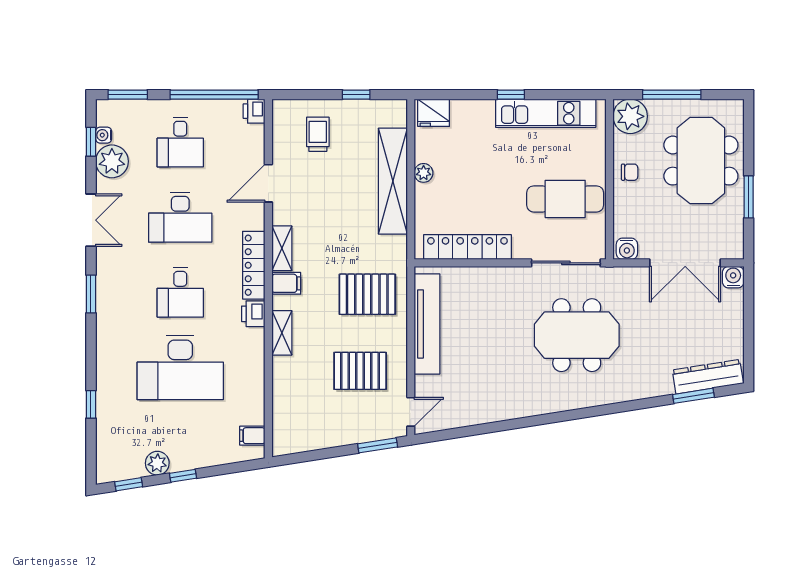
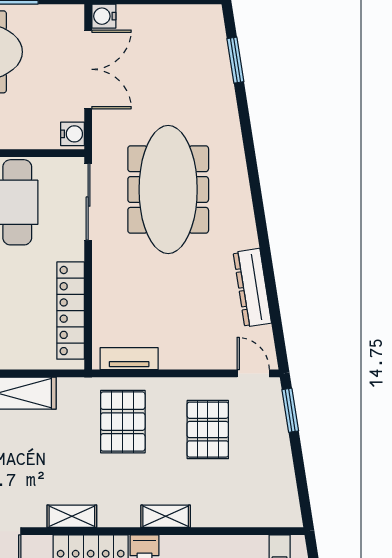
filing cabinet: (286, 283) -> (111, 511), removed
tv unit: (427, 324) -> (129, 359), width x0.52, depth x0.78
meeting table: (577, 335) -> (168, 190), width x1.36
dresser: (708, 377) -> (252, 288), moved

